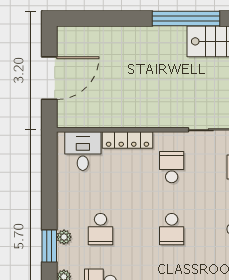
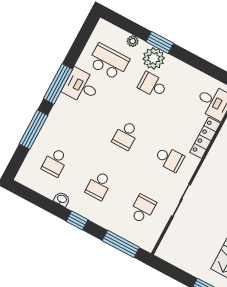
school desk: (172, 229) -> (126, 135), turned -90
plant: (64, 237) -> (154, 58), width x1.88, depth x1.88

